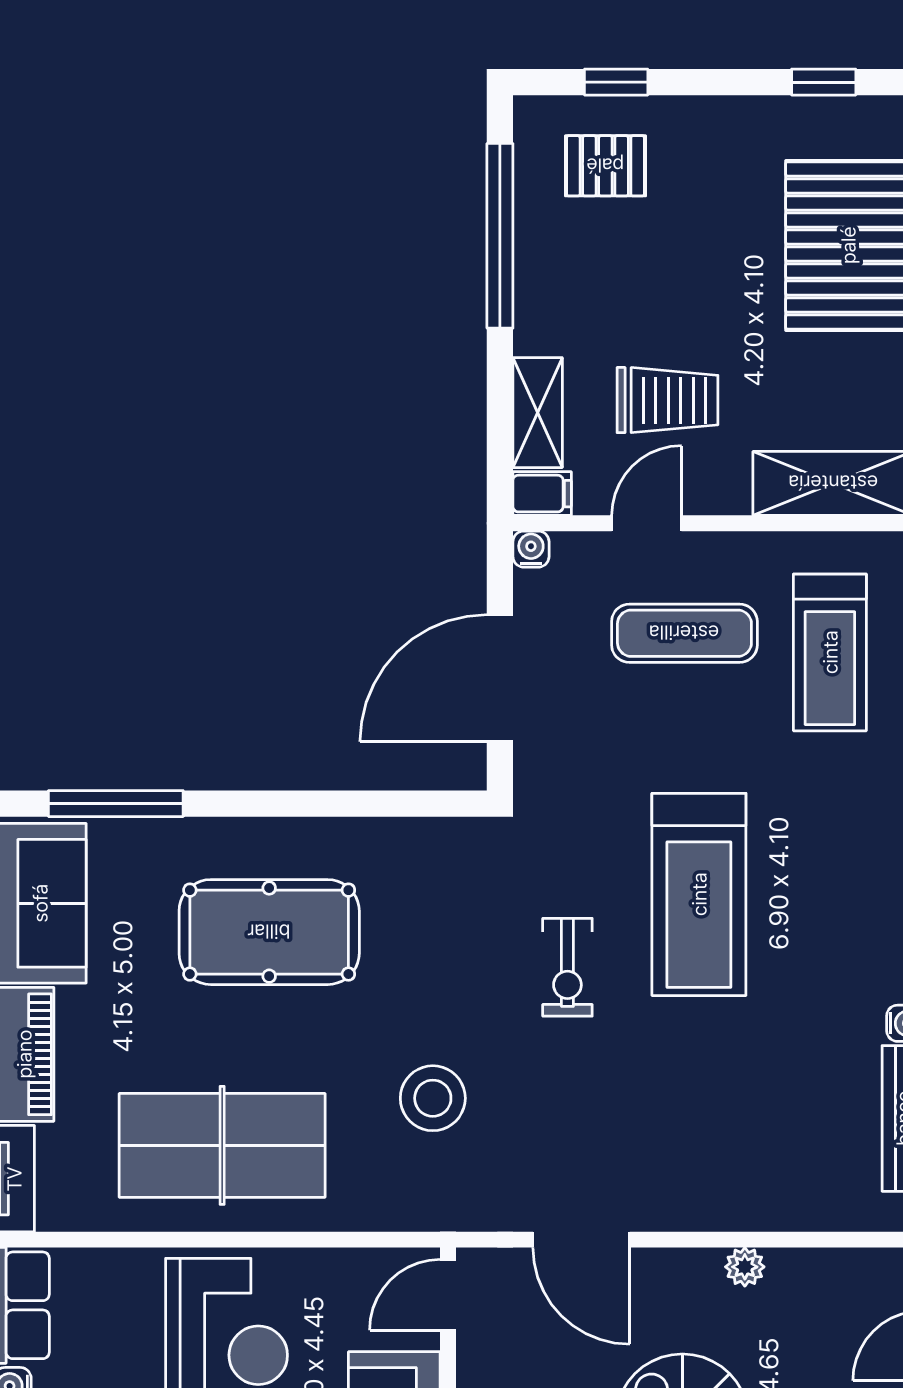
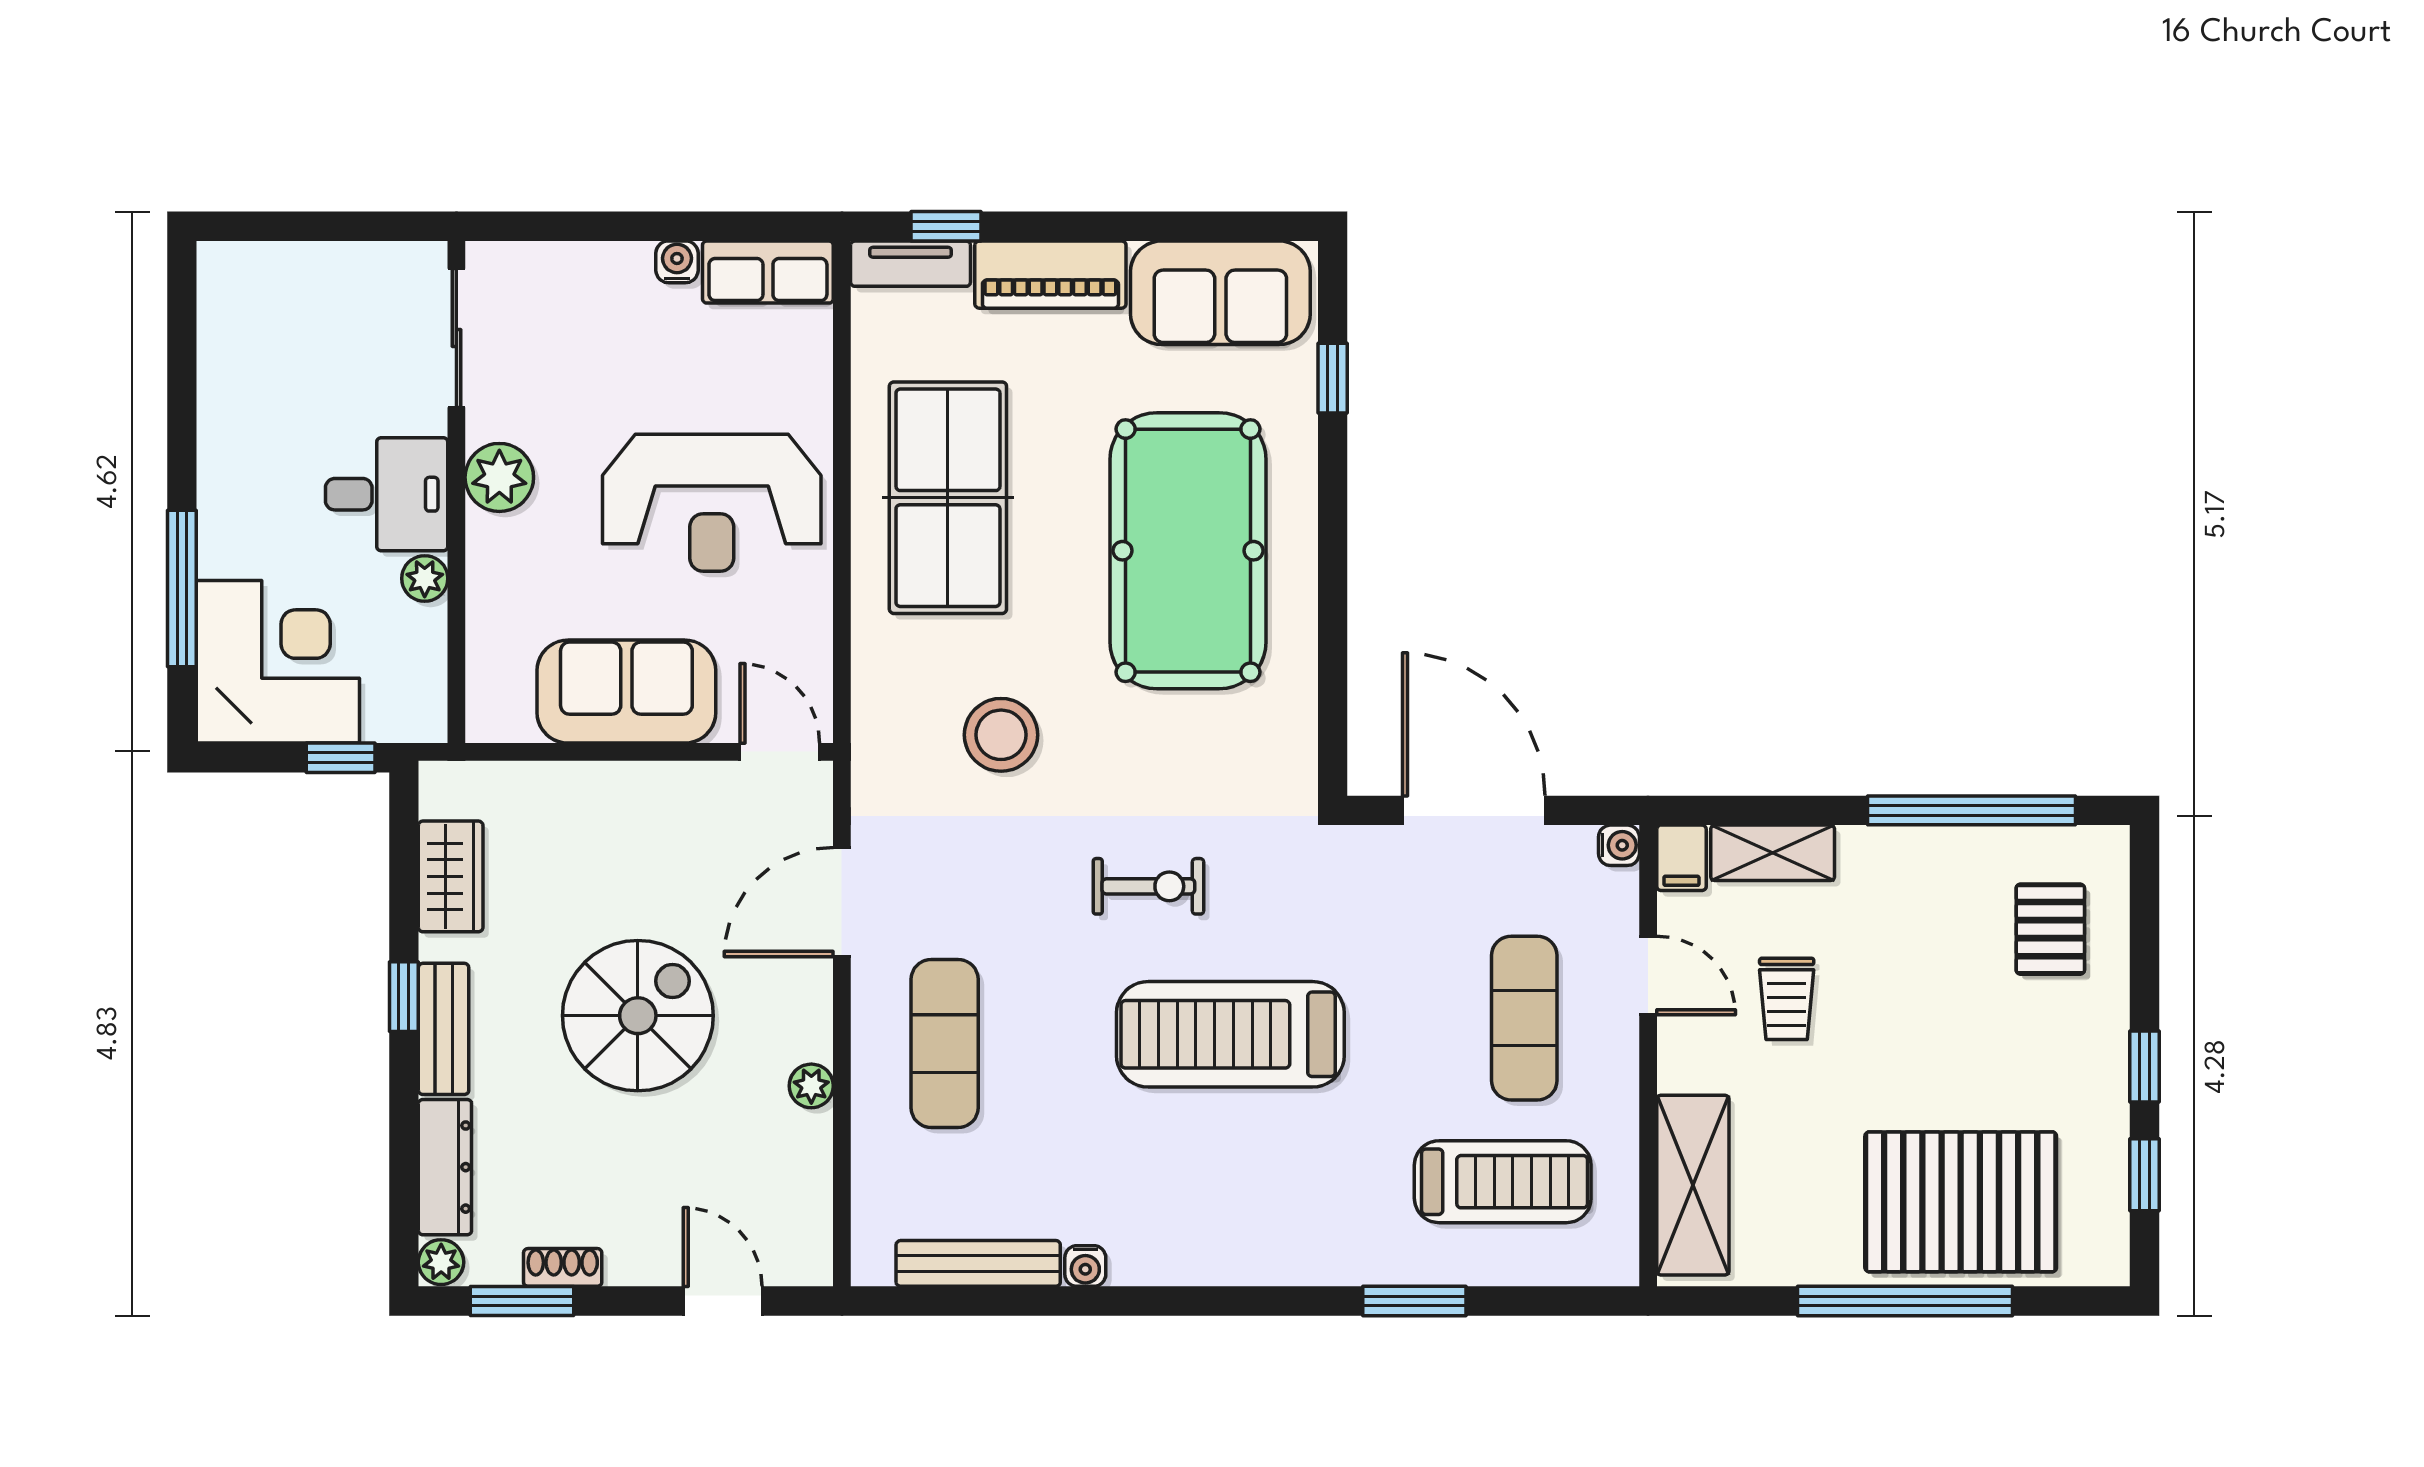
window: (616, 82) -> (2145, 1066), moved
trolley: (667, 400) -> (1787, 999), width x0.73, depth x0.72
treadmill: (830, 652) -> (1503, 1182), turned 180
window: (116, 804) -> (1333, 378), width x0.46
pool table: (269, 932) -> (1188, 551), width x1.36, depth x1.32
exercise bike: (567, 967) -> (1148, 886), turned 180
exercise mat: (707, 1148) -> (945, 1043), added

